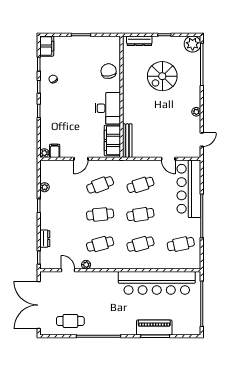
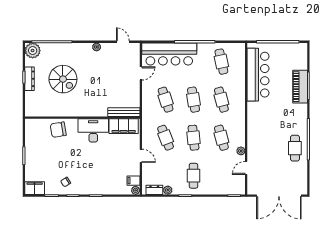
dresser: (139, 41) -> (30, 79), moved
cafe table: (60, 214) -> (193, 176), added
dresser: (45, 239) -> (154, 190), moved
bar counter: (157, 283) -> (258, 75), width x0.73
cafe table: (70, 321) -> (295, 148), moved

